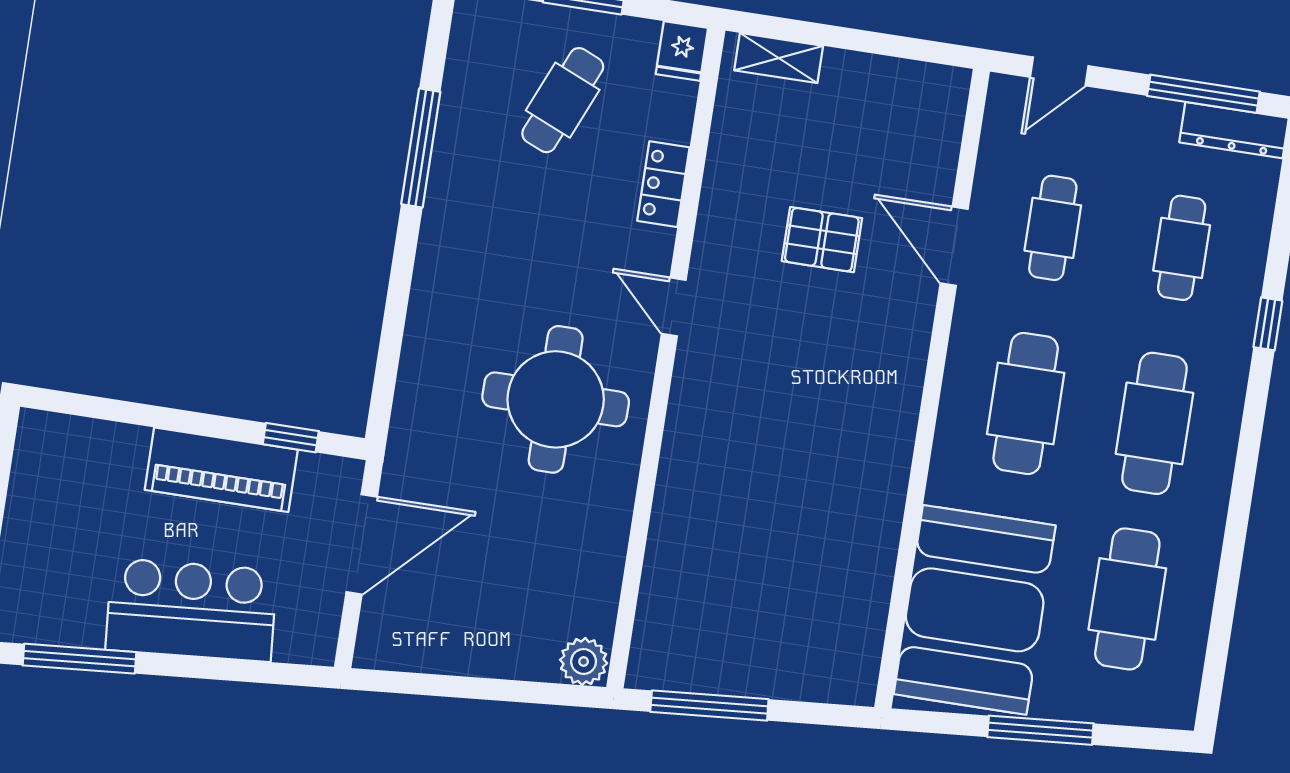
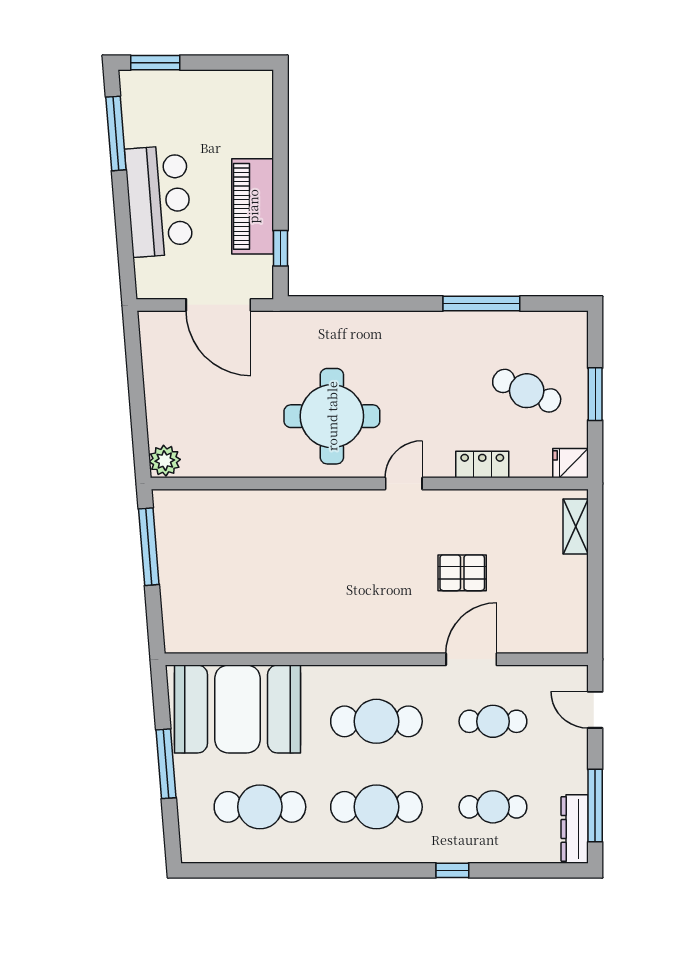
pallet: (822, 240) -> (462, 573), turned 90

